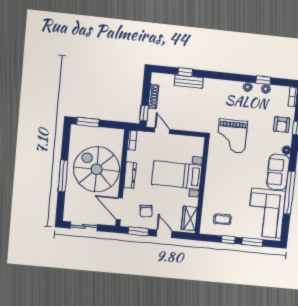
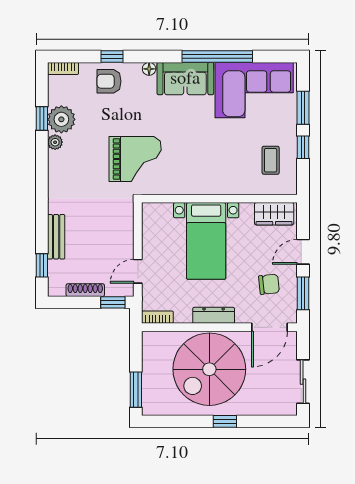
window: (185, 72) -> (42, 265), moved
plant: (266, 89) -> (61, 119), width x1.87, depth x1.87
armchair: (282, 125) -> (109, 81), turned 180
window: (63, 176) -> (225, 421), width x0.46

